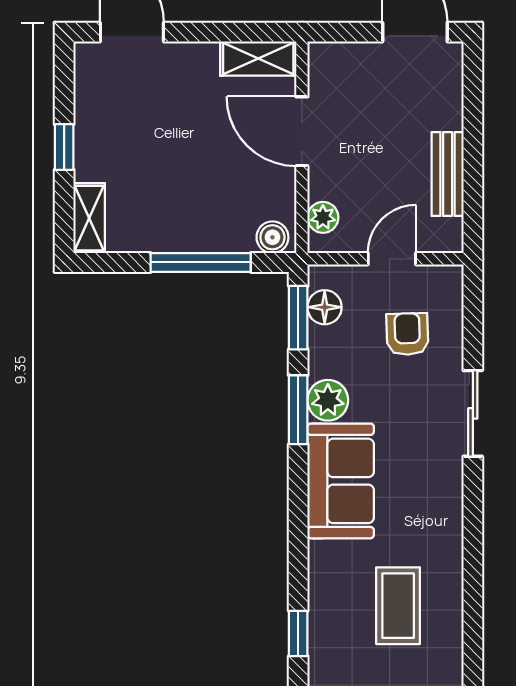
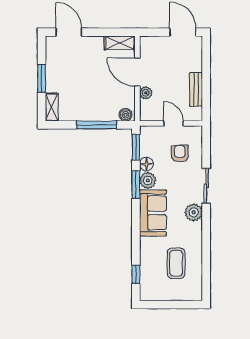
window: (64, 147) -> (42, 78), width x1.50
plant: (323, 217) -> (146, 93), moved
door: (392, 259) -> (174, 123), hinge flipped
floor lamp: (325, 307) -> (146, 164), moved
plant: (442, 480) -> (194, 212), added

